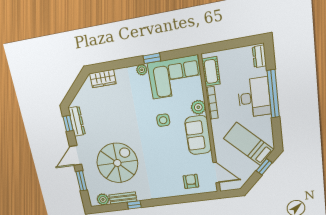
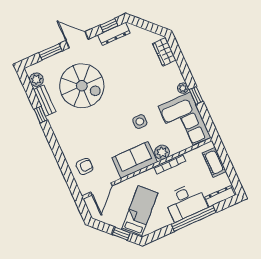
dresser: (259, 56) -> (220, 196), width x1.44
cot: (211, 71) -> (214, 162), moved, turned 90

